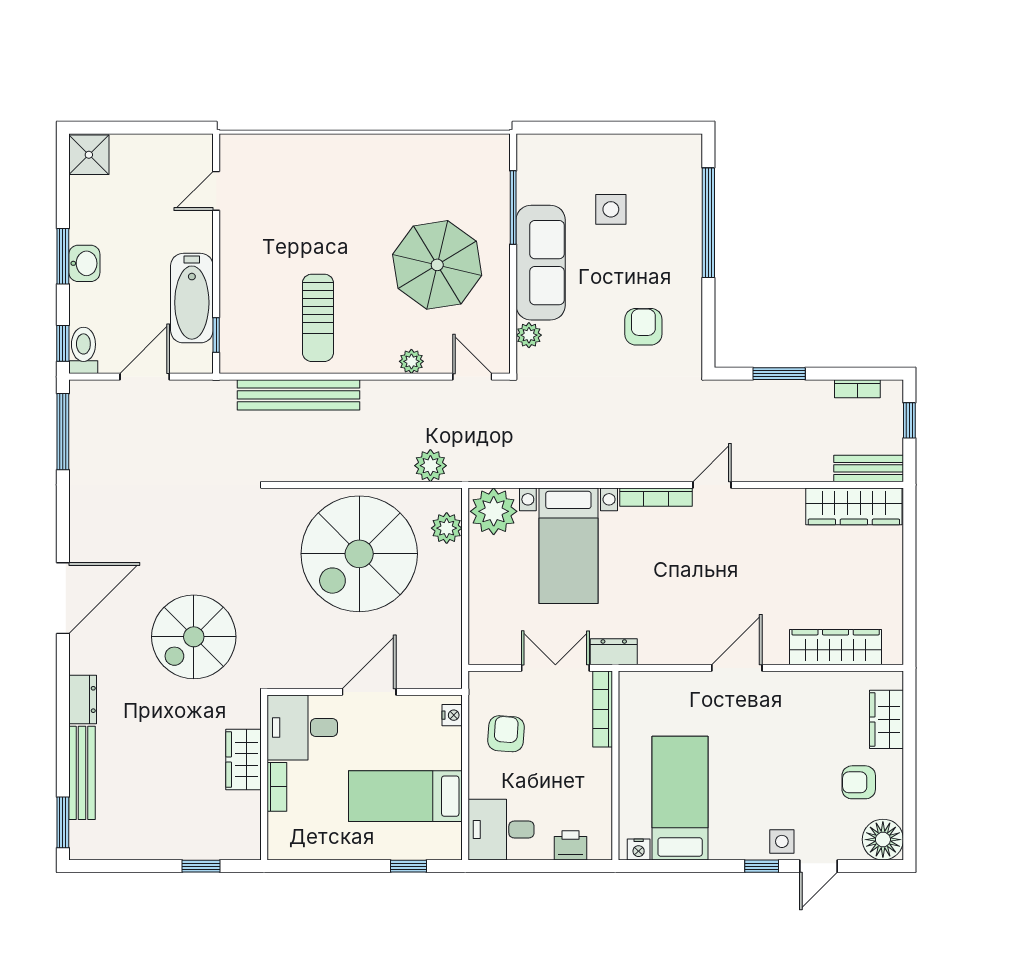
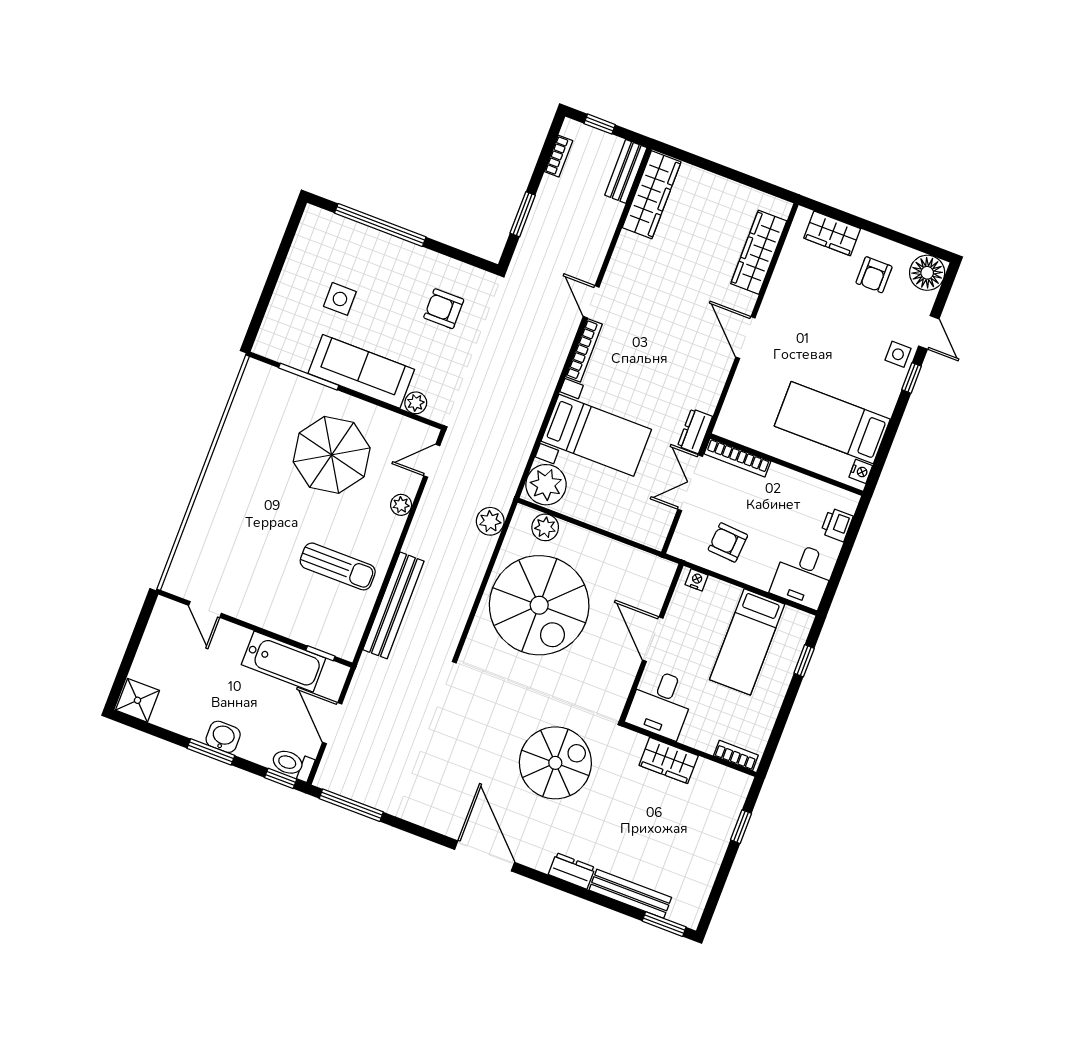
spiral stairs: (194, 637) -> (555, 763), turned -90
bookcase: (277, 787) -> (736, 755), moved

